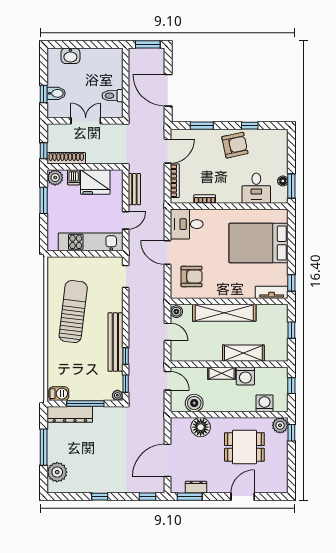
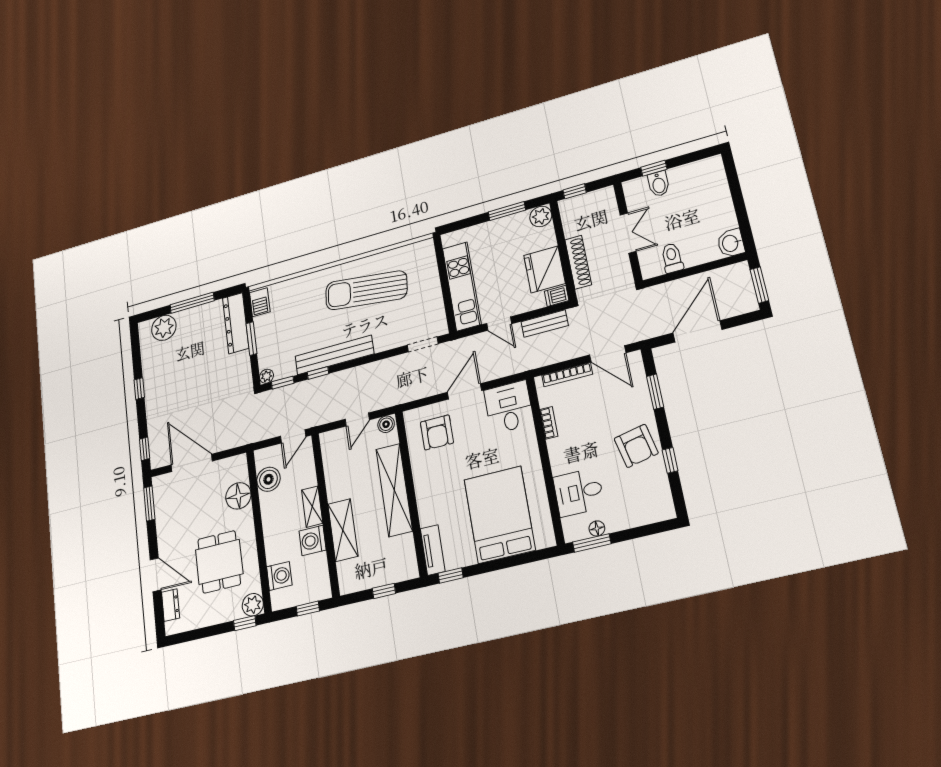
washbasin: (70, 56) -> (731, 243), moved
shoe rack: (66, 158) -> (578, 262), moved
dishwasher: (74, 177) -> (557, 296), moved
sun lounger: (73, 312) -> (366, 290), turned 180
window: (85, 403) -> (251, 339), width x0.69
dresser: (196, 487) -> (171, 605), moved

